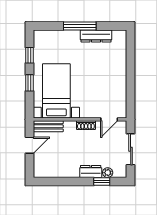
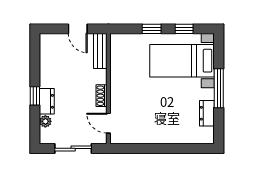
dresser: (96, 36) -> (207, 113), width x0.70
bed with nightstands: (56, 91) -> (182, 61), moved, turned 180
window: (102, 181) -> (35, 96), moved

